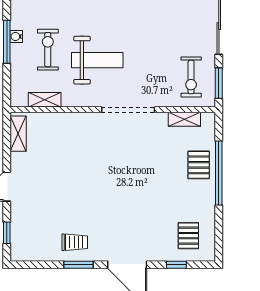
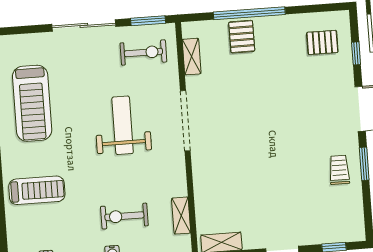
weight bench: (97, 60) -> (123, 125), moved
pallet: (199, 165) -> (242, 37), turned 90

